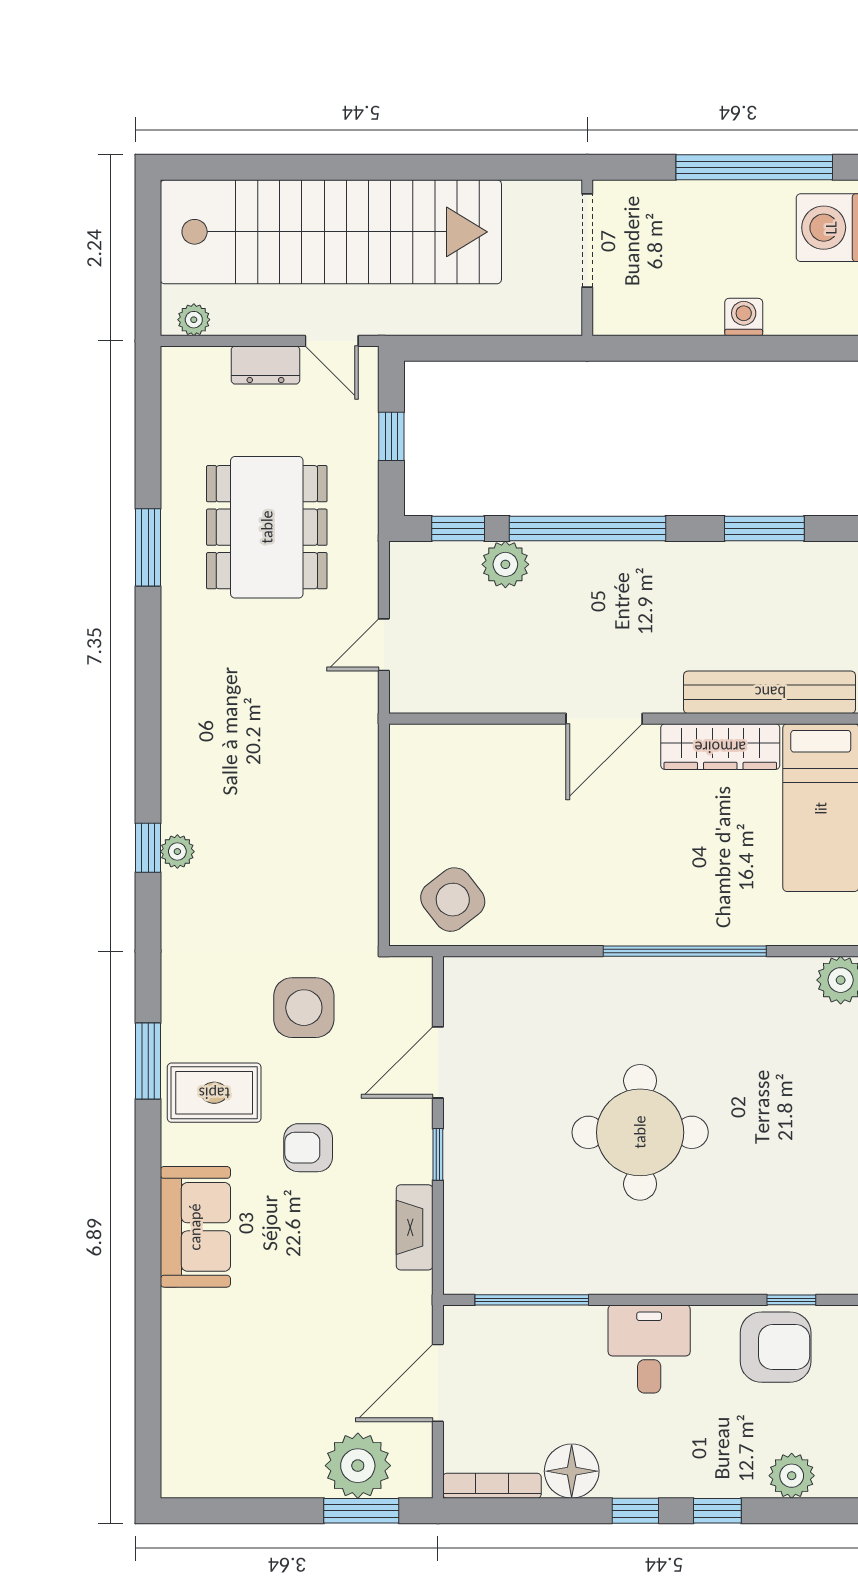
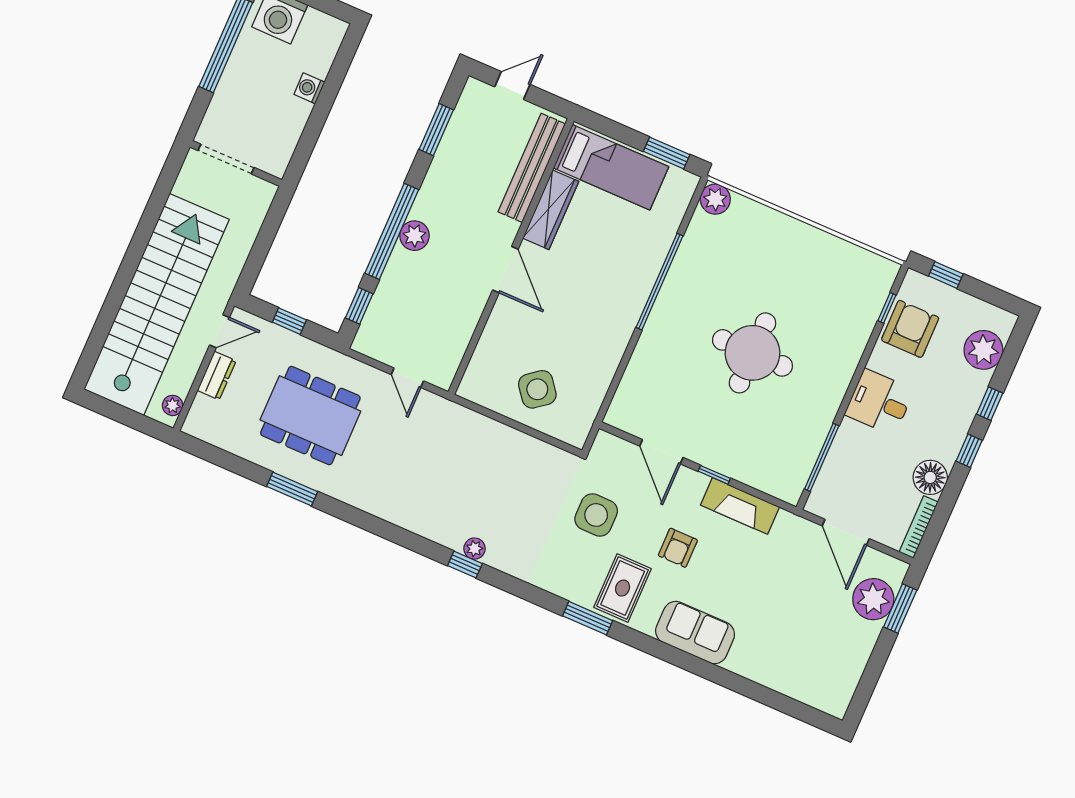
plant: (505, 564) -> (414, 236), moved
side table: (453, 900) -> (537, 389), moved
fireplace: (415, 1227) -> (740, 506), width x1.37, depth x1.32
plant: (792, 1476) -> (983, 350), width x1.36, depth x1.36

